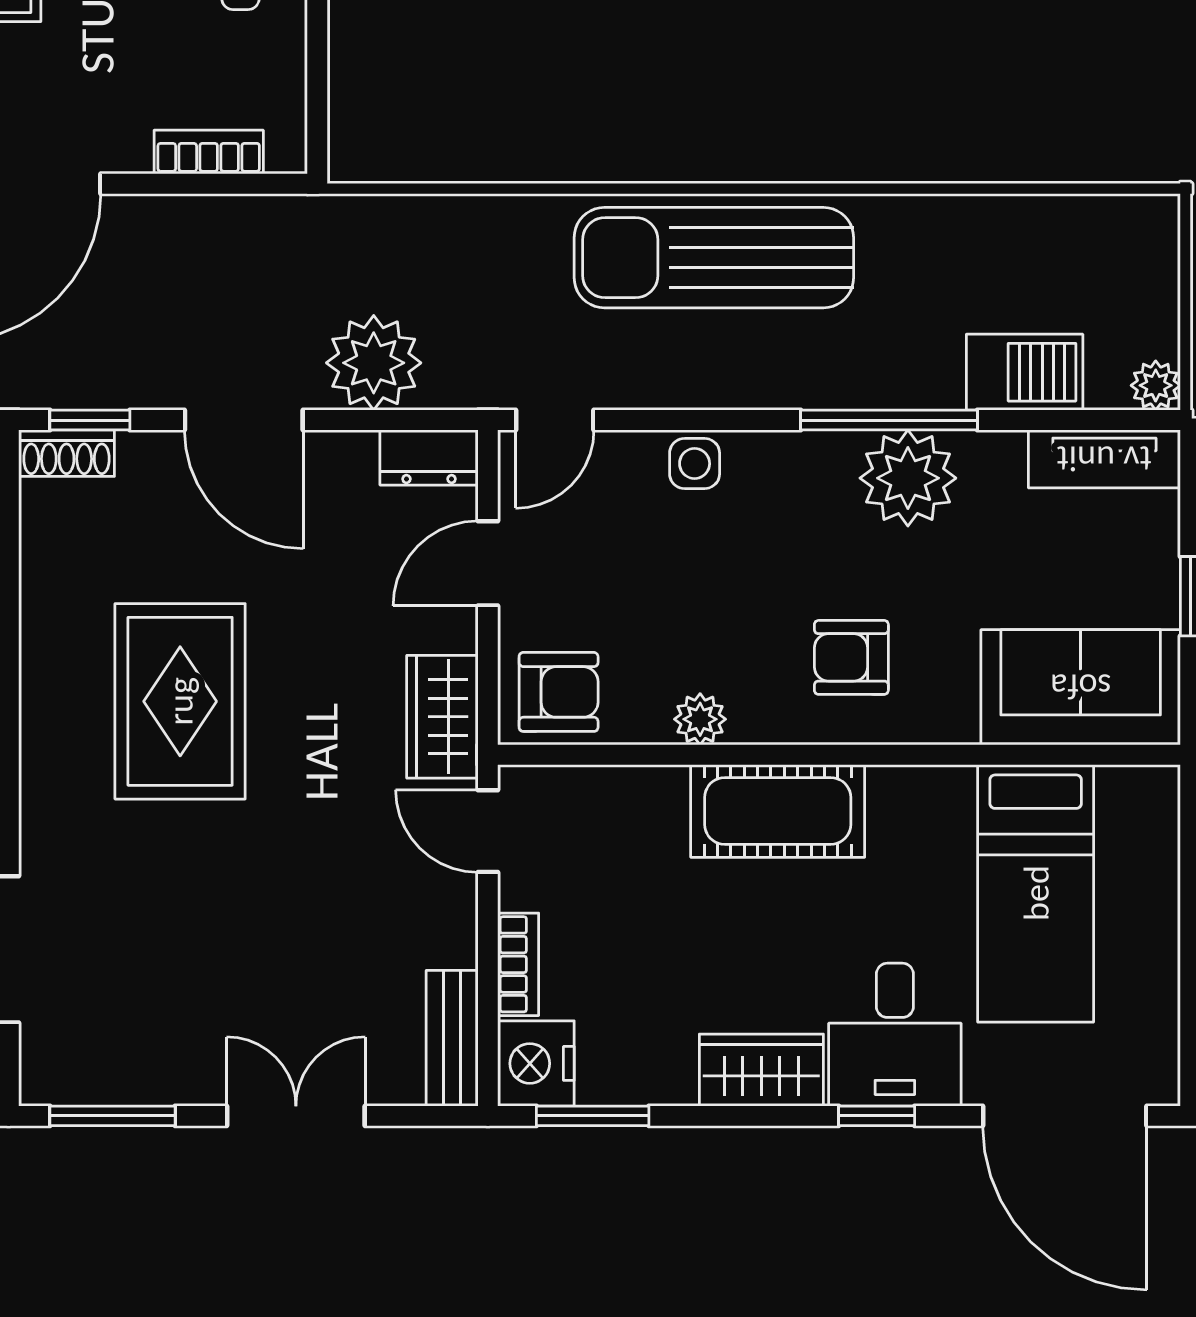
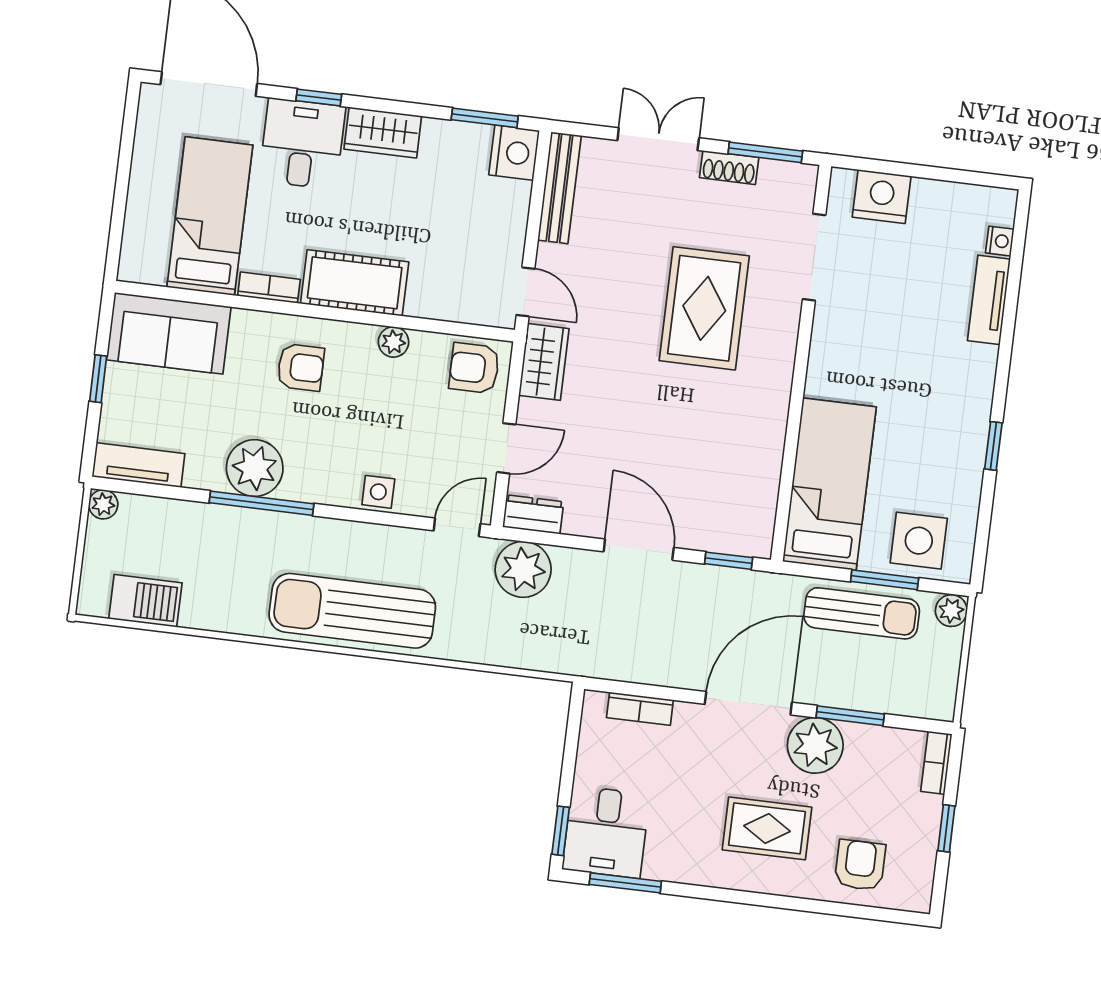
sun lounger: (714, 258) -> (352, 611), turned 180
plant: (374, 363) -> (523, 569), moved
barbecue: (1025, 372) -> (145, 601), moved, turned 180
shoe rack: (66, 453) -> (729, 168), moved, turned 180
rug: (180, 701) -> (704, 308), moved
bookcase: (518, 964) -> (269, 288), moved, turned 90
bench: (452, 1038) -> (559, 188), width x1.36
double door: (296, 1116) -> (658, 139), swing flipped

